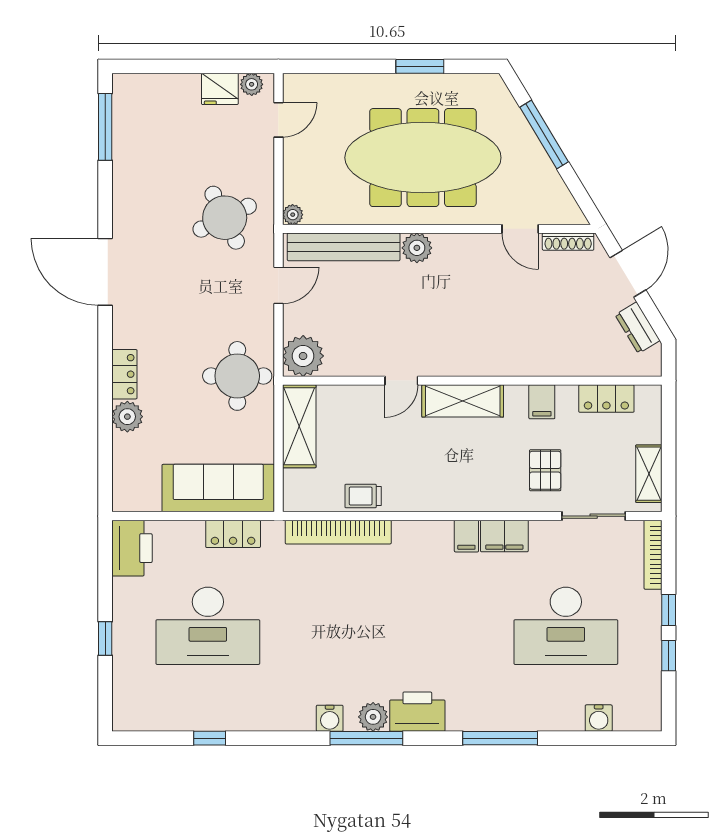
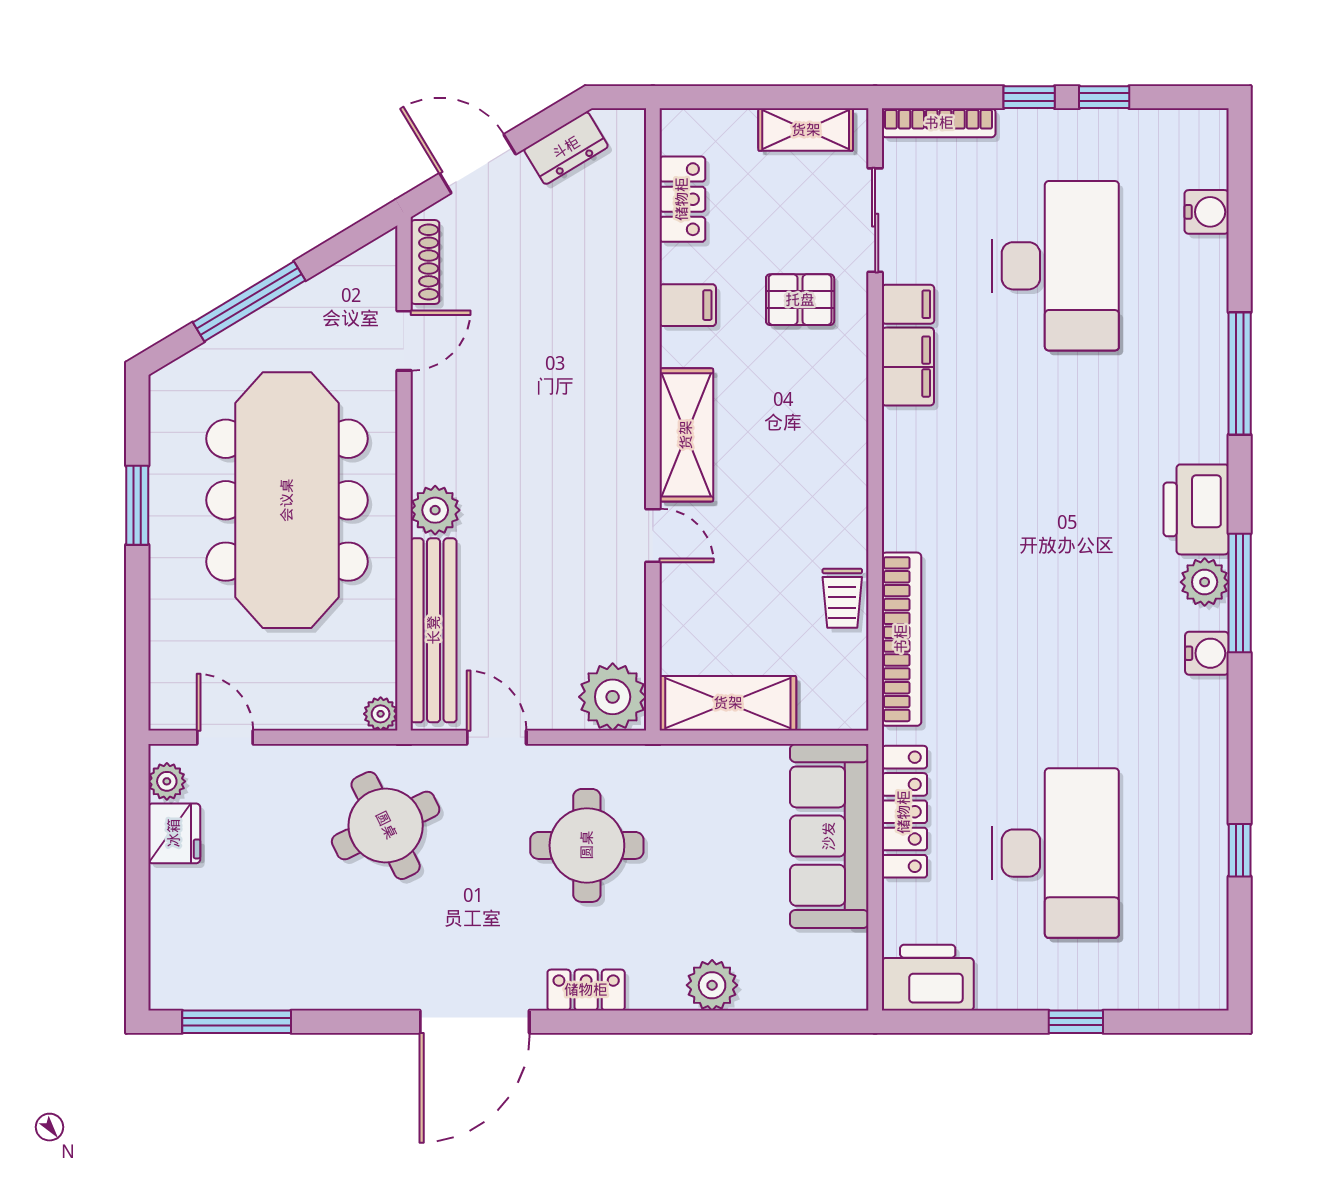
locker: (124, 374) -> (586, 990), moved
round table: (237, 376) -> (587, 845), moved
locker: (233, 534) -> (904, 812), width x1.53
filing cabinet: (466, 536) -> (908, 304), moved

